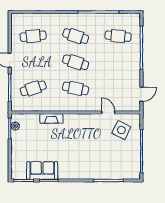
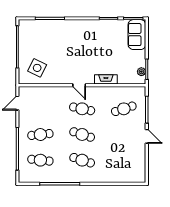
cafe table: (33, 36) -> (40, 134), moved
door: (108, 112) -> (79, 85), moved
sofa: (42, 170) -> (137, 35), moved, turned 90

